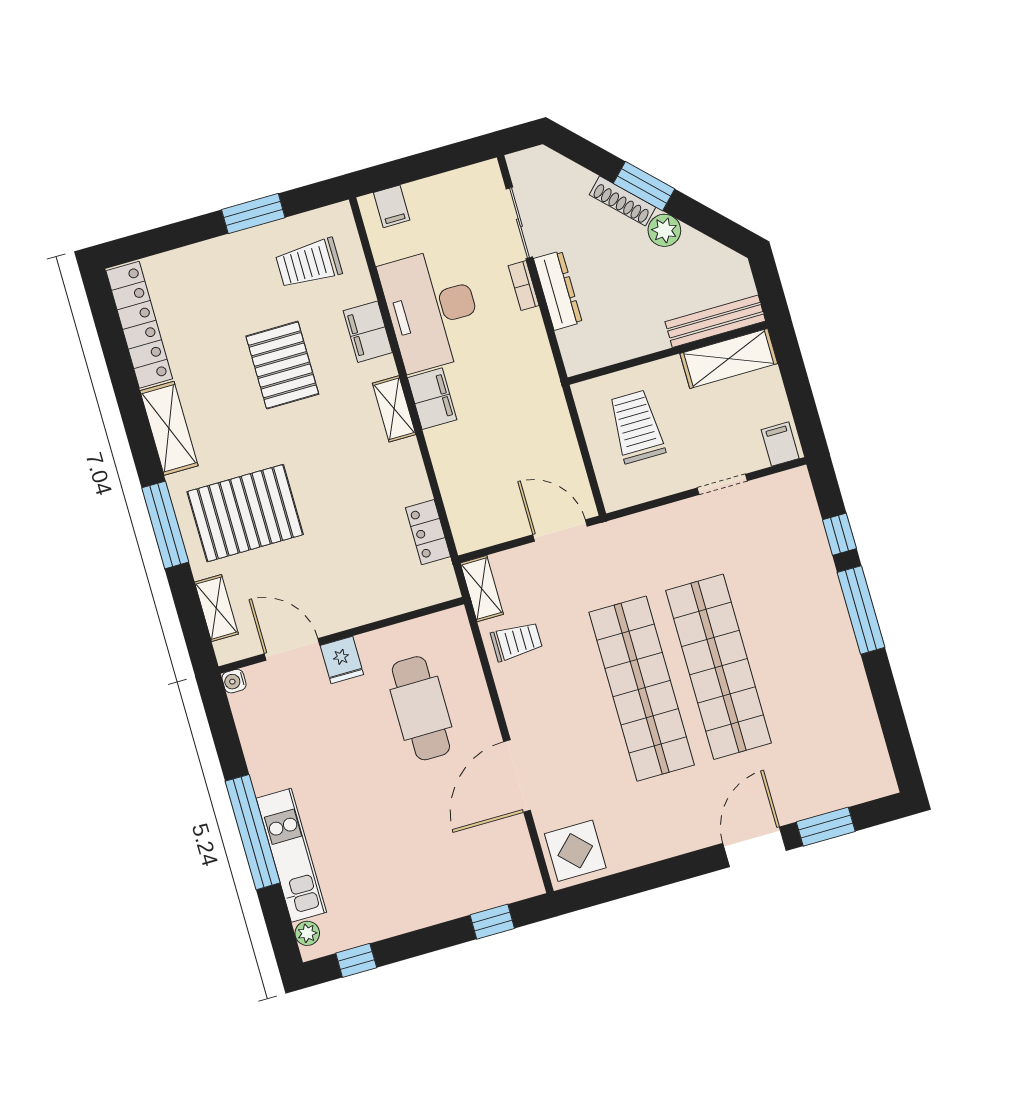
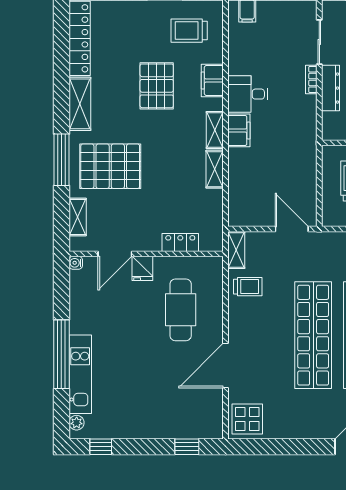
desk: (432, 309) -> (248, 94), width x0.53, depth x0.77
shelving: (411, 471) -> (215, 169), added
locker: (428, 532) -> (180, 242), moved, turned 90
door: (292, 649) -> (115, 254), swing flipped

